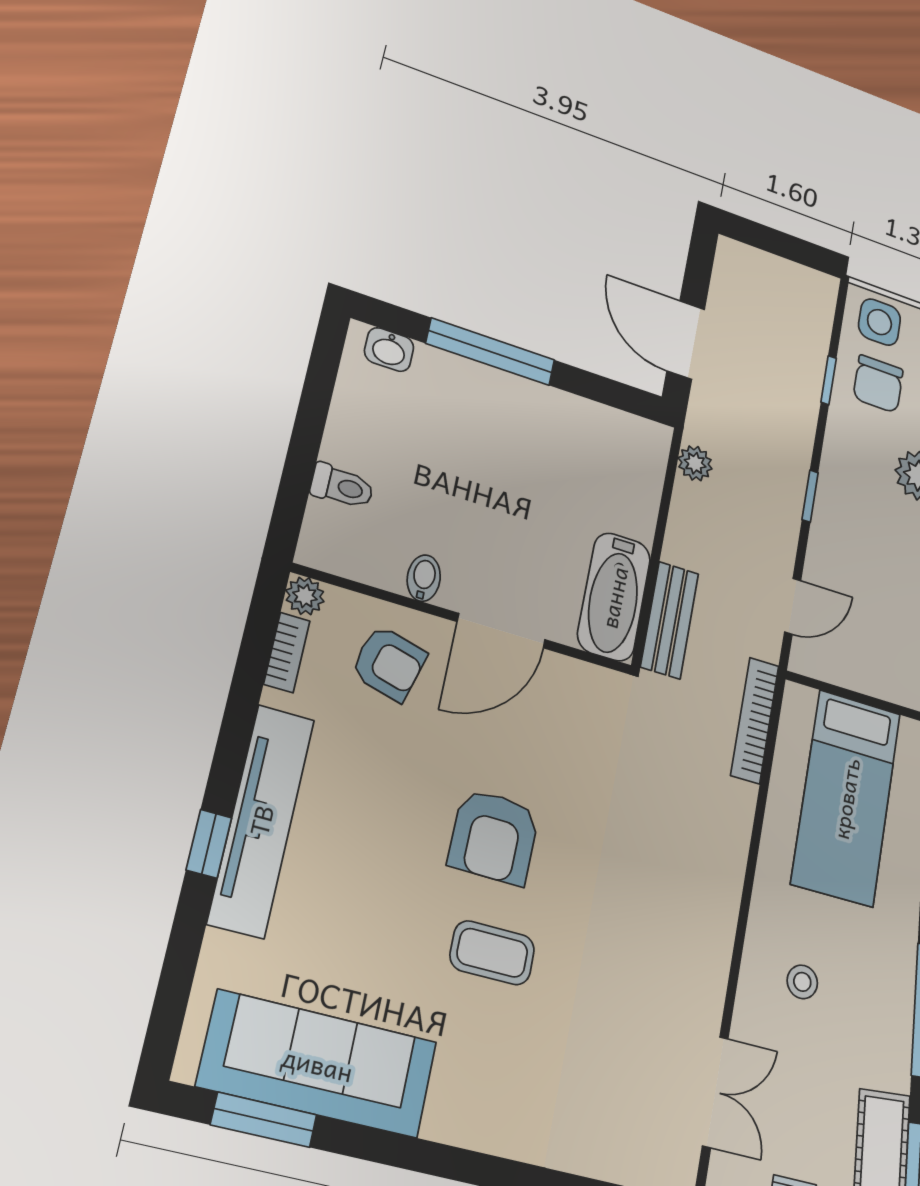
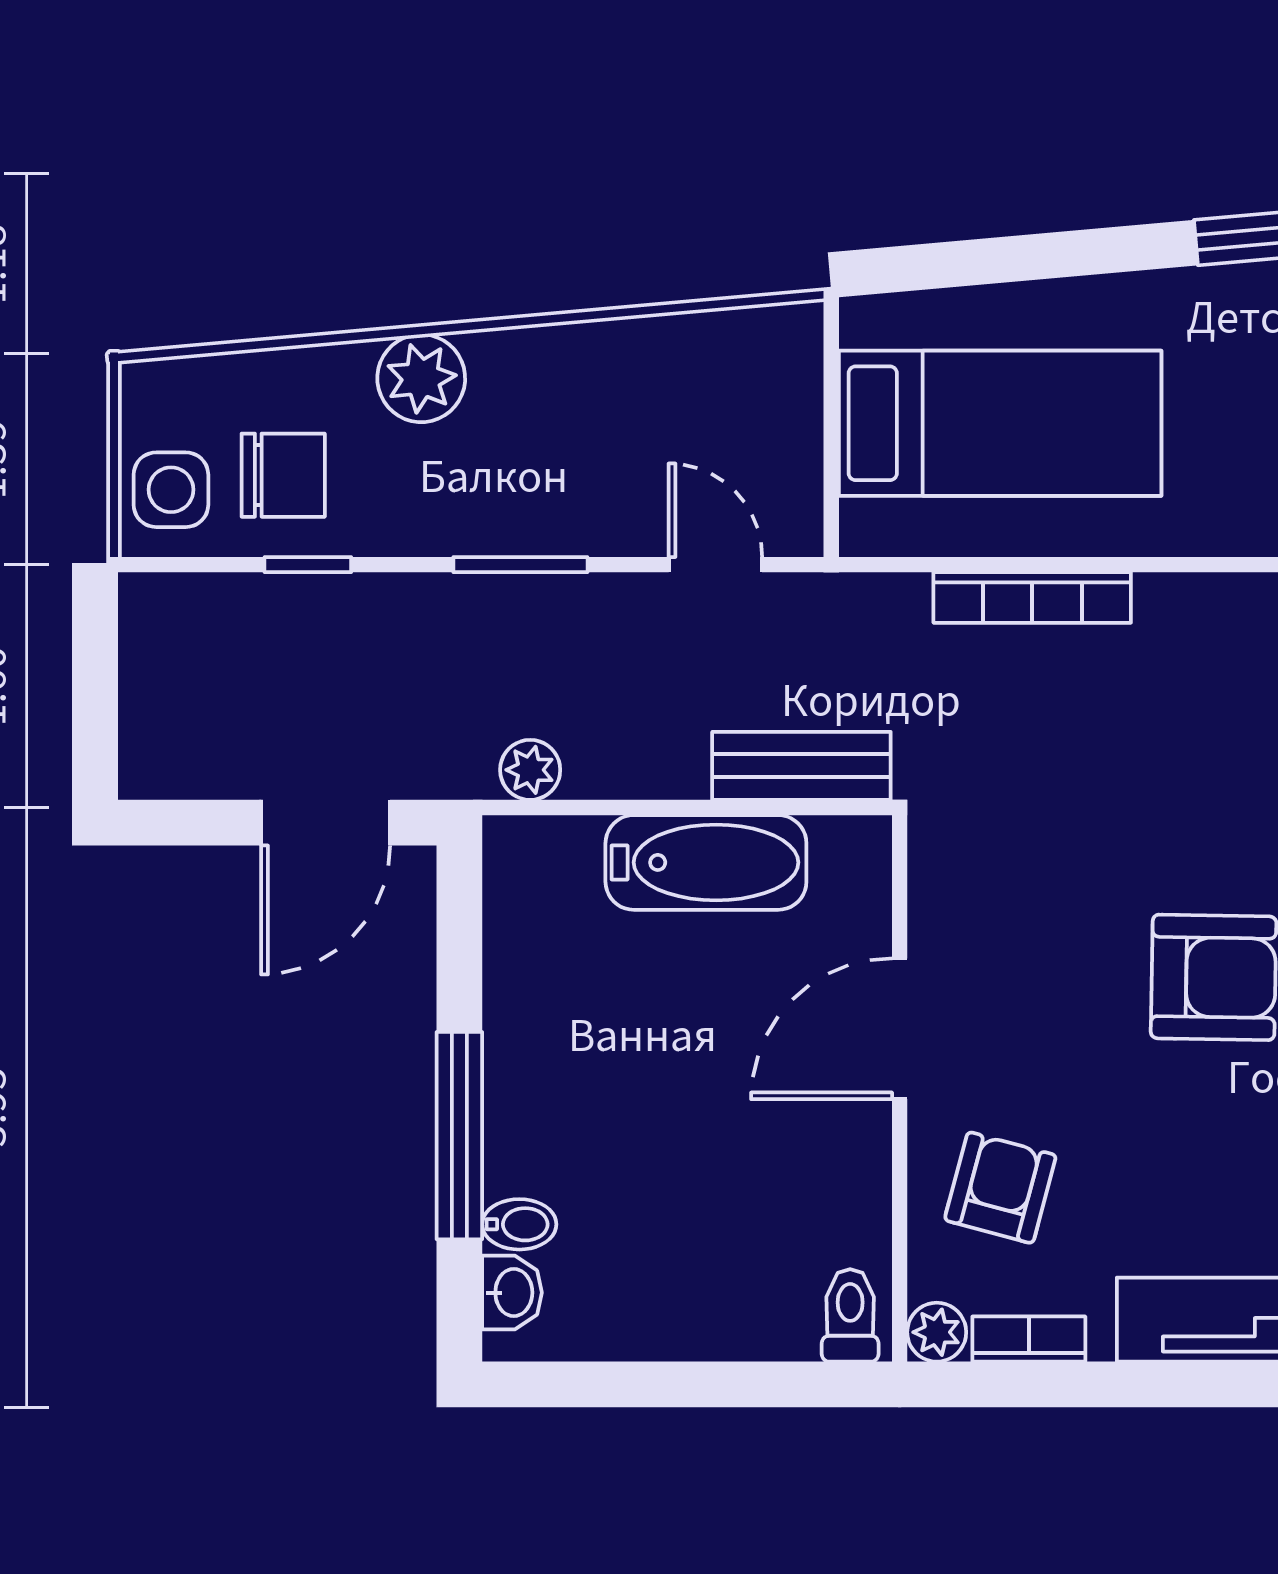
toilet: (342, 486) -> (850, 1315), moved
window: (810, 496) -> (520, 565), width x1.50
bidet: (424, 578) -> (519, 1224), moved, turned 180
bathtub: (614, 597) -> (706, 862), moved
door: (501, 631) -> (900, 1029), swing flipped
bookcase: (755, 720) -> (1032, 597), moved

